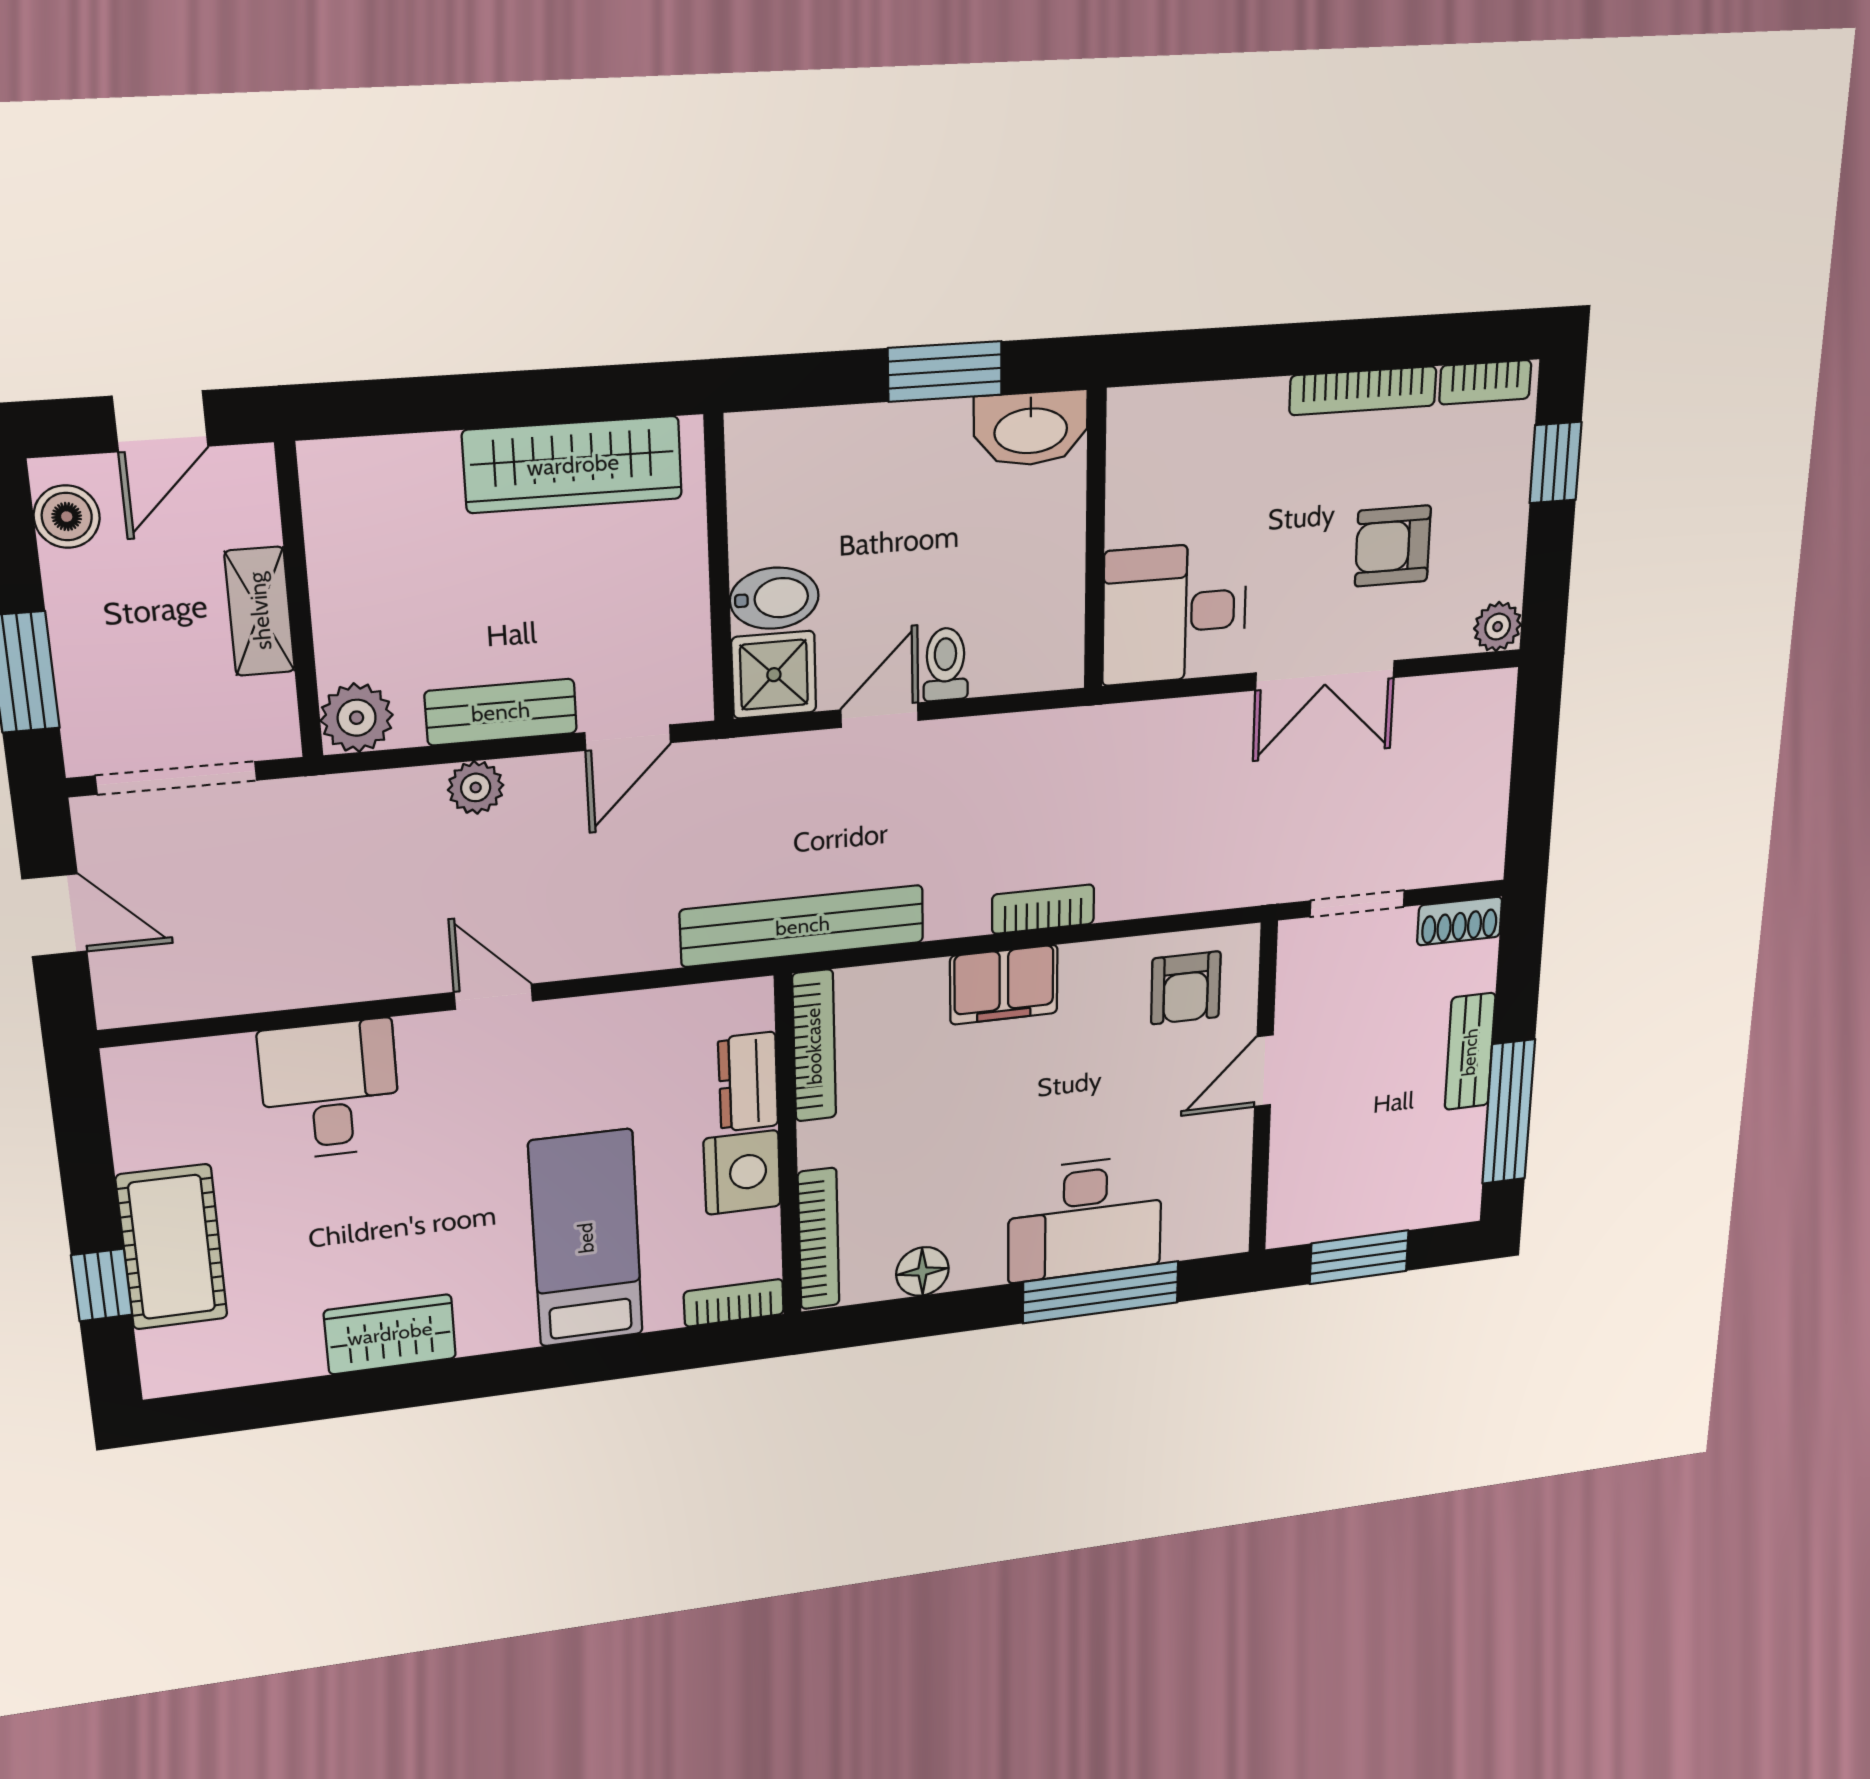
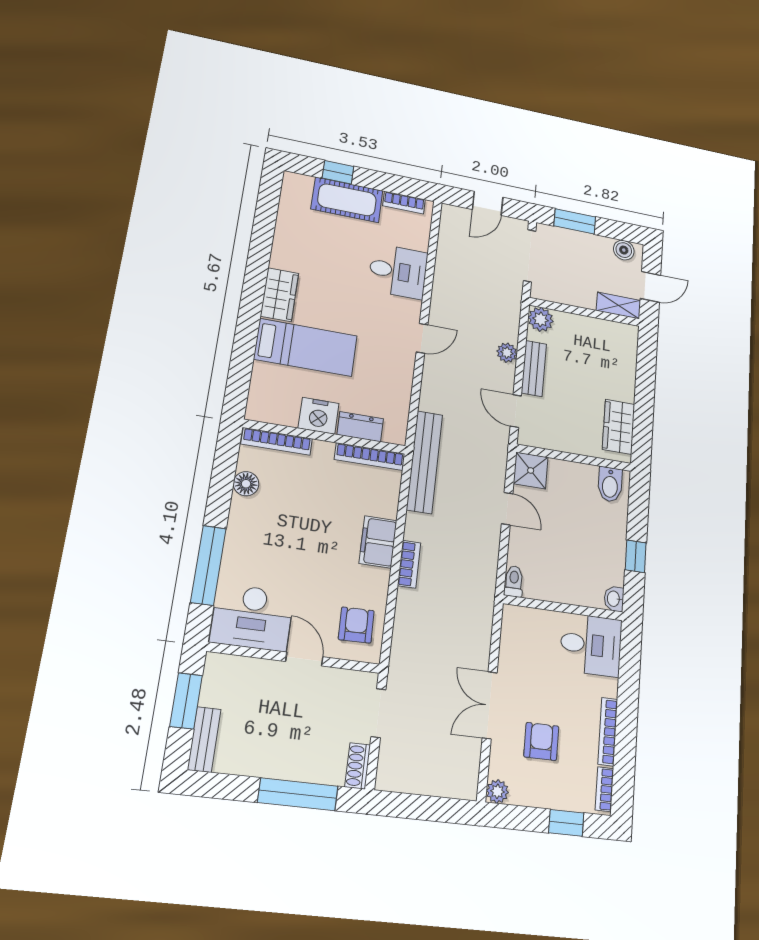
window: (945, 371) -> (636, 556), width x0.67
door: (160, 421) -> (650, 287), swing flipped
washbasin: (1031, 429) -> (614, 599), width x0.52, depth x0.69
wardrobe: (573, 465) -> (619, 427), width x0.67
bidet: (774, 598) -> (610, 484), moved
shelving: (260, 611) -> (618, 306), moved
desk: (1175, 613) -> (591, 645), moved, turned 90
toilet: (946, 664) -> (514, 581), moved, turned -90
armchair: (1186, 988) -> (356, 625), turned 89
bench: (1470, 1052) -> (204, 739), moved, turned 90
window: (1509, 1112) -> (298, 794), moved
desk: (1085, 1218) -> (252, 617), moved, turned -90
bookcase: (734, 1303) -> (404, 203), moved, turned 90
wardrobe: (390, 1334) -> (279, 295), moved

